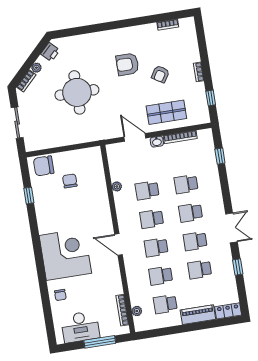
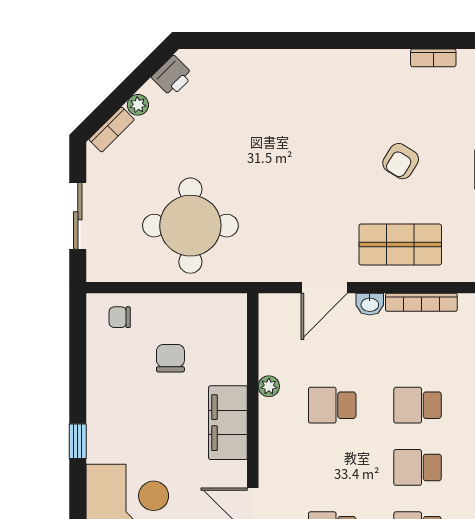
armchair: (127, 64) -> (333, 129), removed
round table: (77, 92) -> (190, 226), moved
door: (135, 137) -> (324, 288), swing flipped
chair: (44, 166) -> (120, 317), width x0.54, depth x0.54
window: (29, 196) -> (78, 441), moved
filing cabinet: (101, 206) -> (228, 423), added
school desk: (152, 219) -> (332, 467), removed

